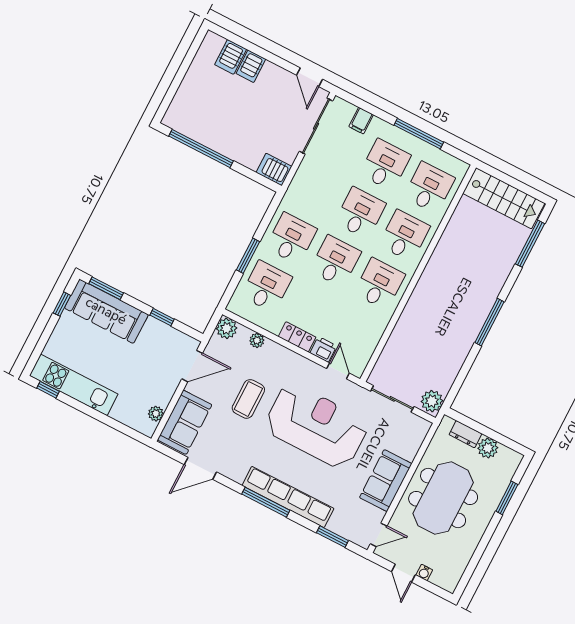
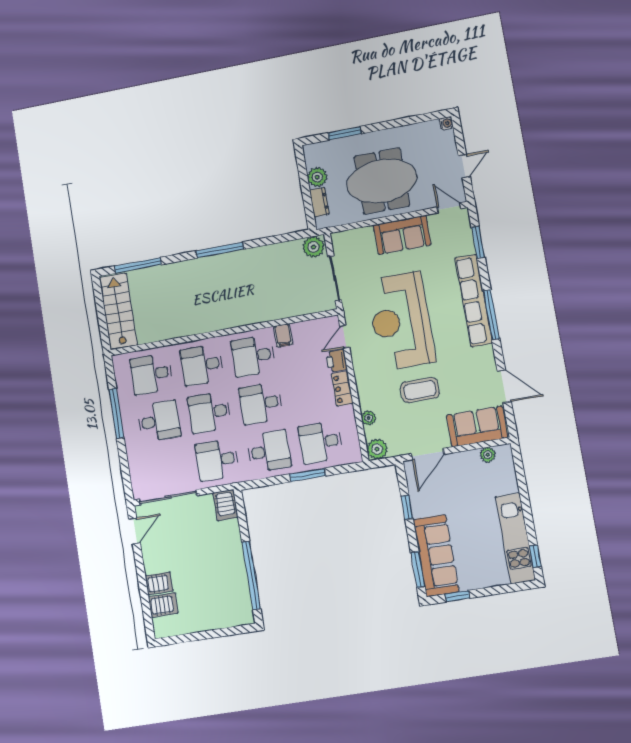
filing cabinet: (361, 121) -> (283, 335), moved, turned 90
desk: (385, 165) -> (159, 421), turned 180
desk: (316, 190) -> (217, 460), added
desk: (291, 238) -> (269, 451), turned 180
door: (192, 366) -> (428, 454), swing flipped
water cooler: (424, 573) -> (446, 123), moved

